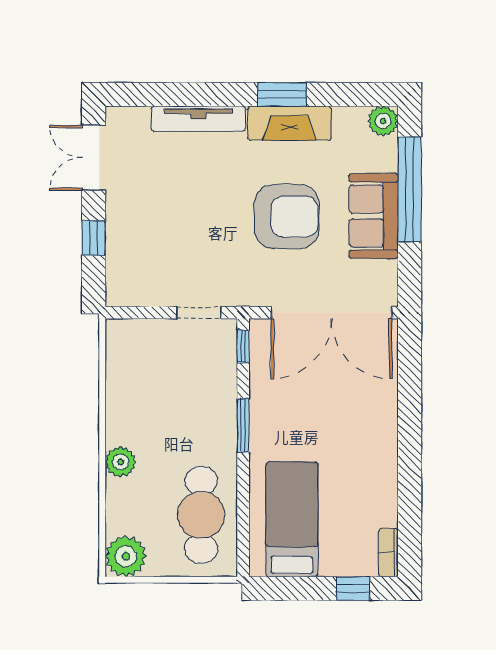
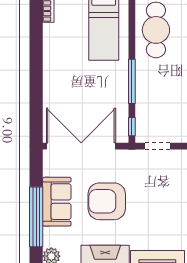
window: (243, 425) -> (132, 81), width x1.44

